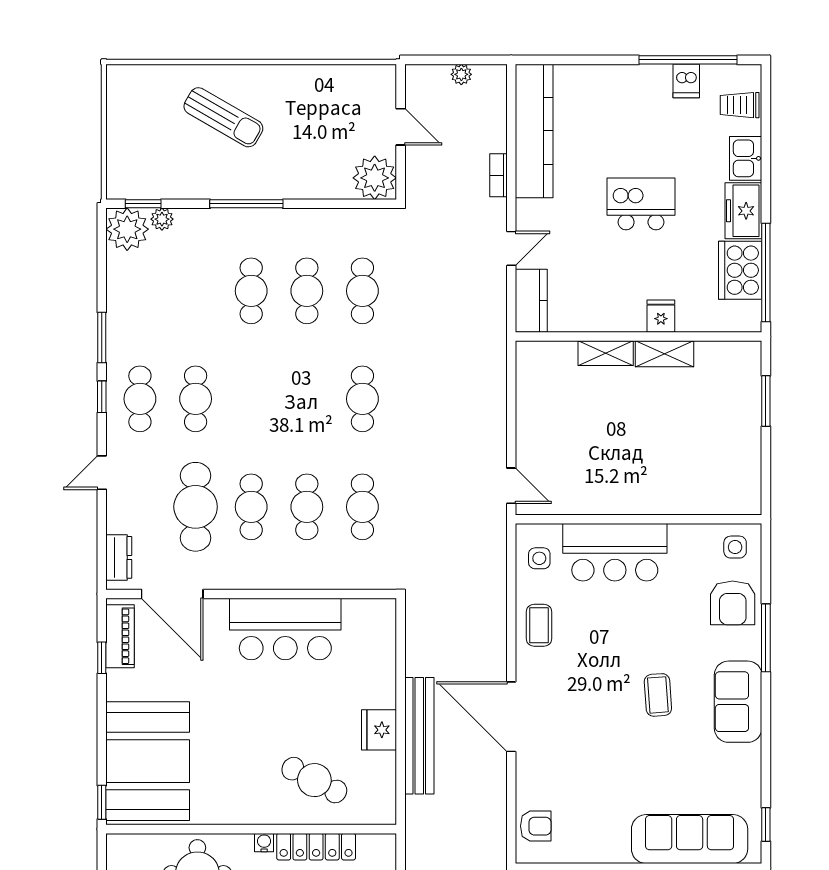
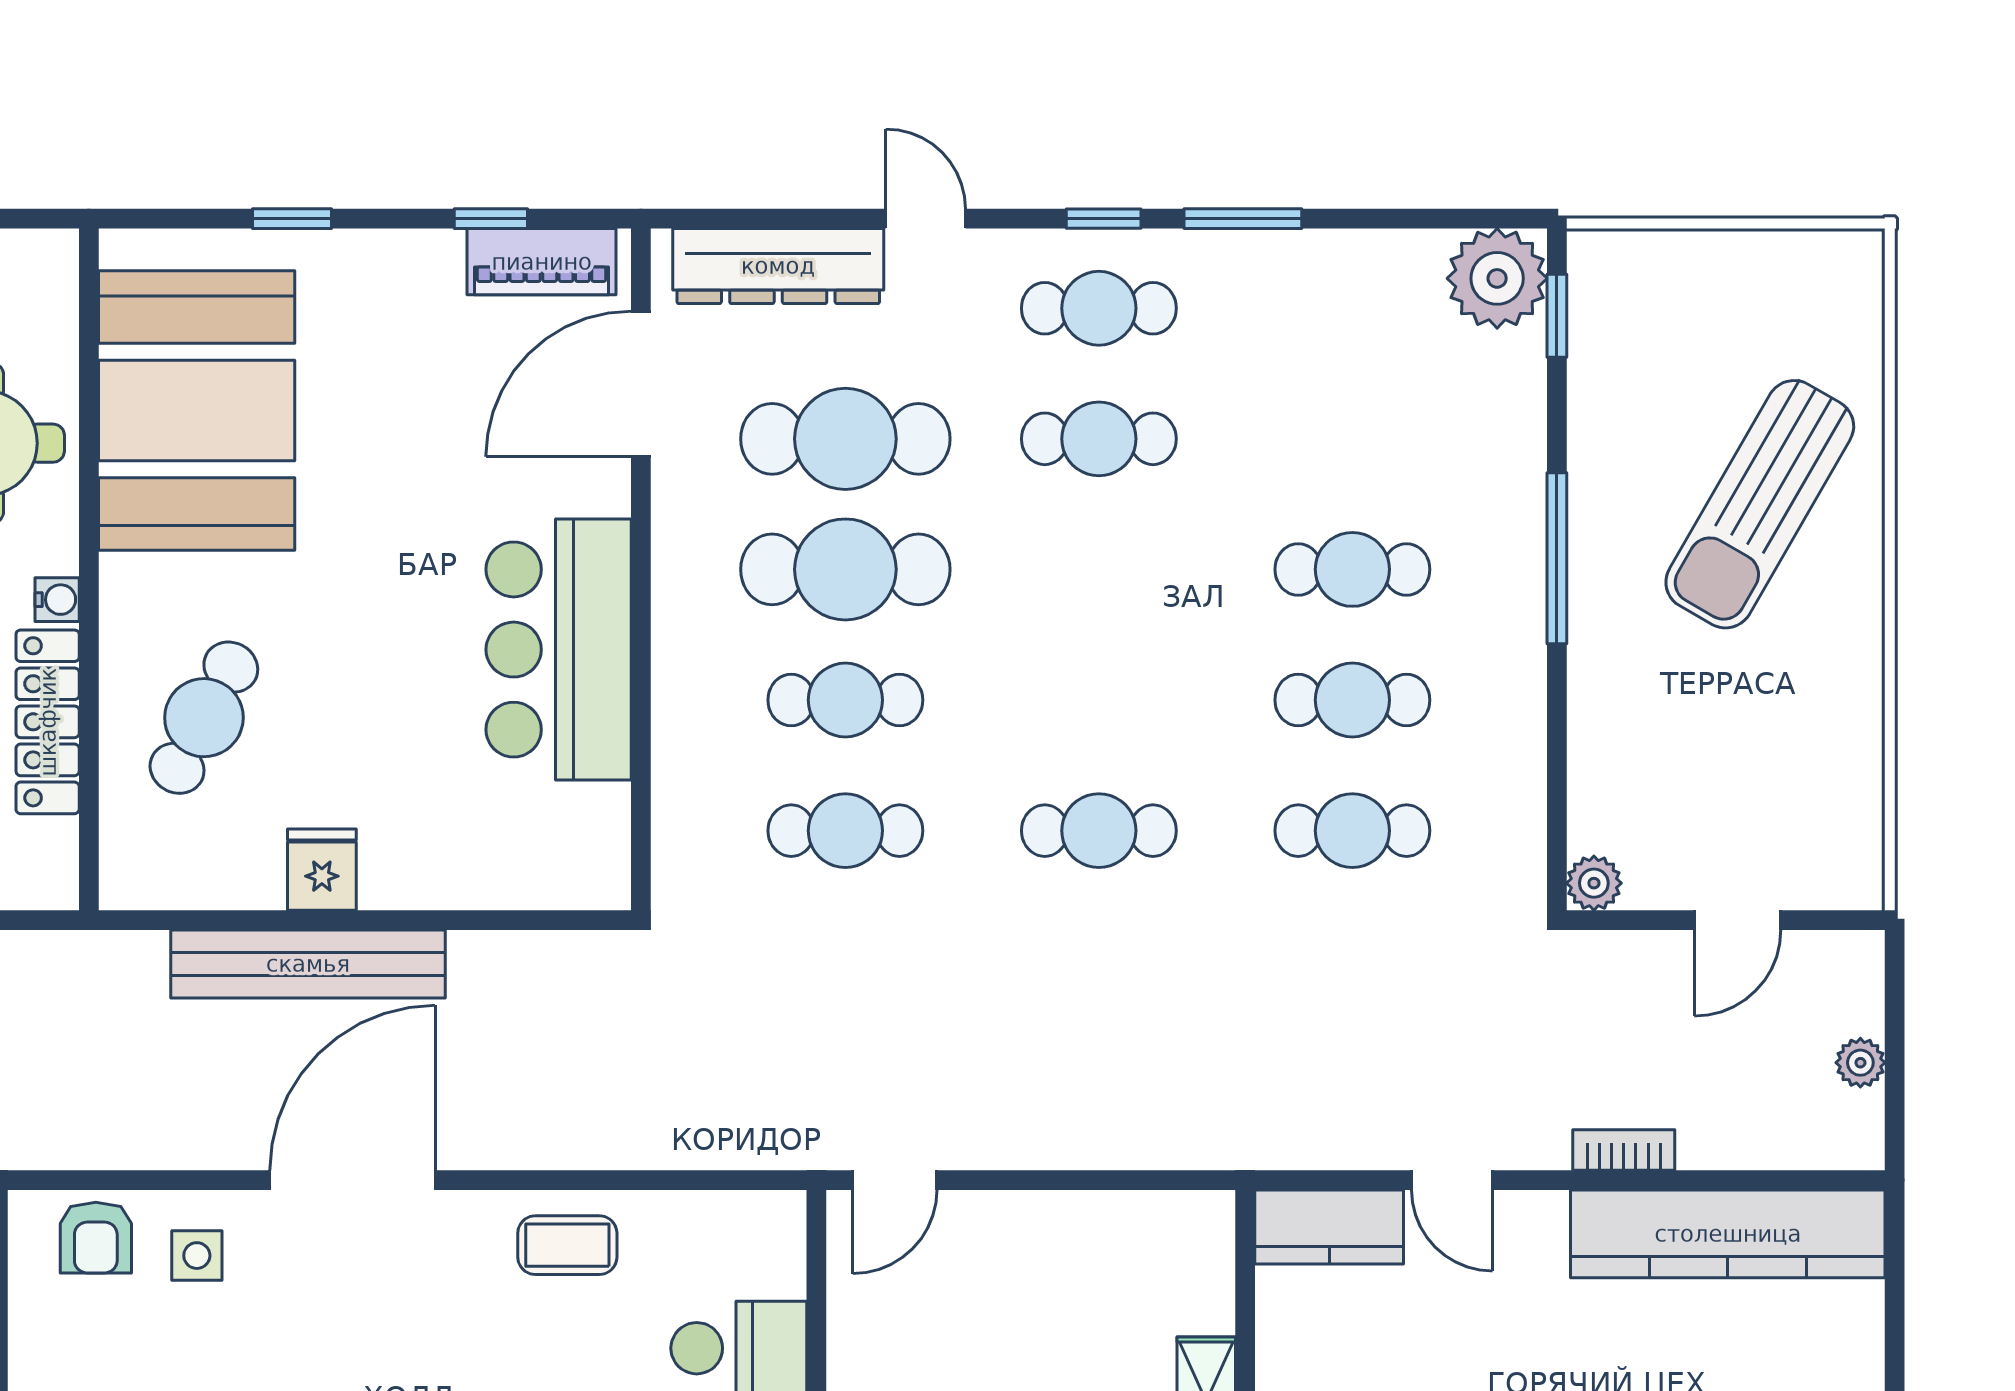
sun lounger: (223, 117) -> (1760, 504), width x1.36, depth x1.34
plant: (375, 178) -> (1594, 883), width x0.53, depth x0.53
plant: (162, 219) -> (1521, 360), removed
cafe table: (251, 507) -> (845, 569), width x1.37, depth x1.35
dresser: (119, 557) -> (778, 266), width x1.96, depth x1.24
side table: (539, 558) -> (197, 1256), moved
fridge: (379, 730) -> (322, 870), width x0.72
booth: (148, 761) -> (197, 411), moved, turned 90
window: (102, 802) -> (292, 219), moved

